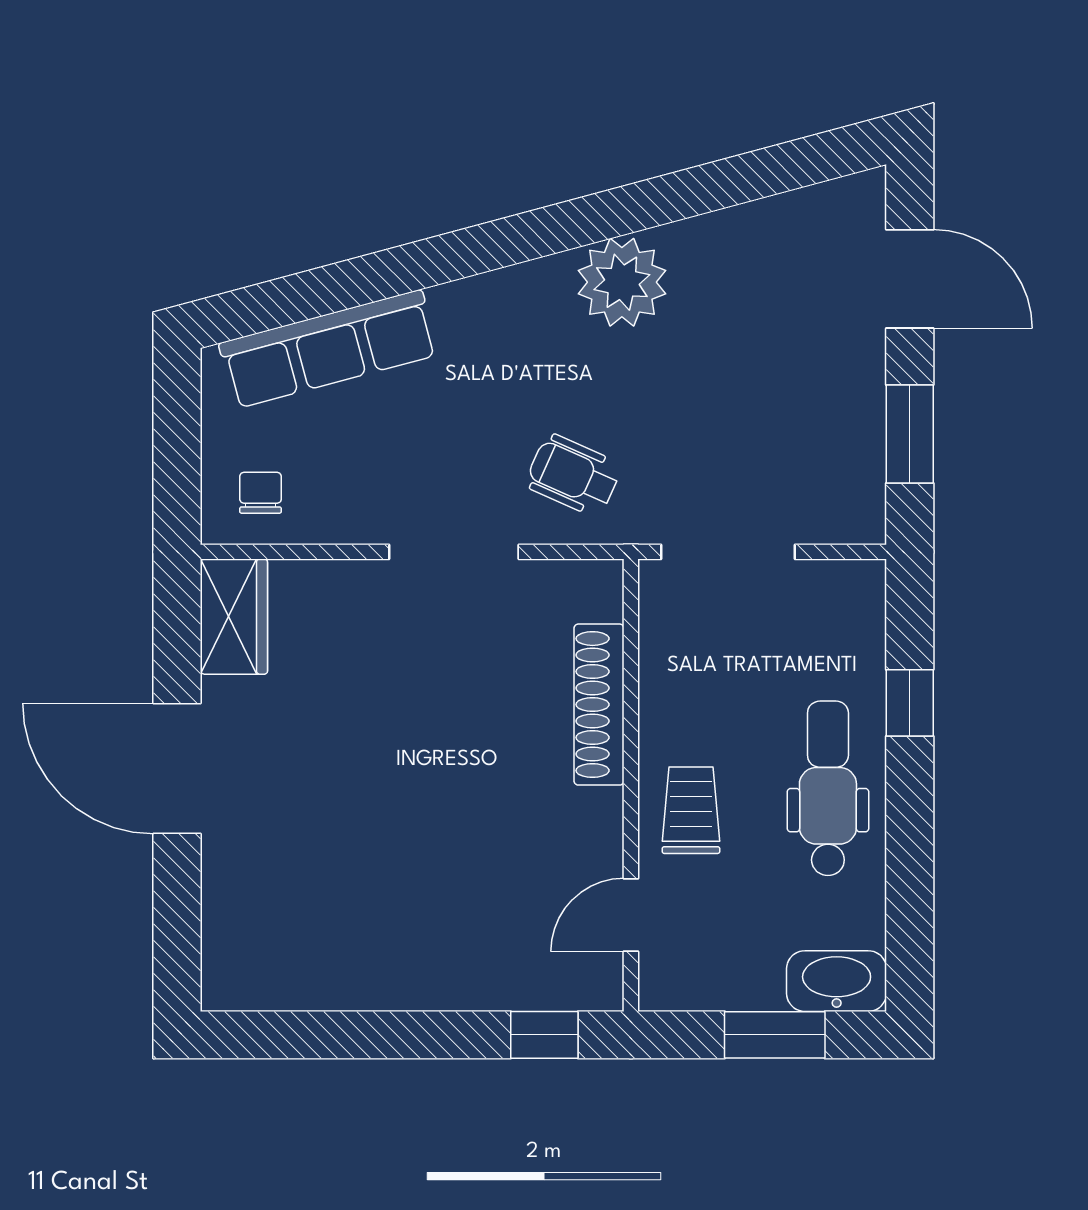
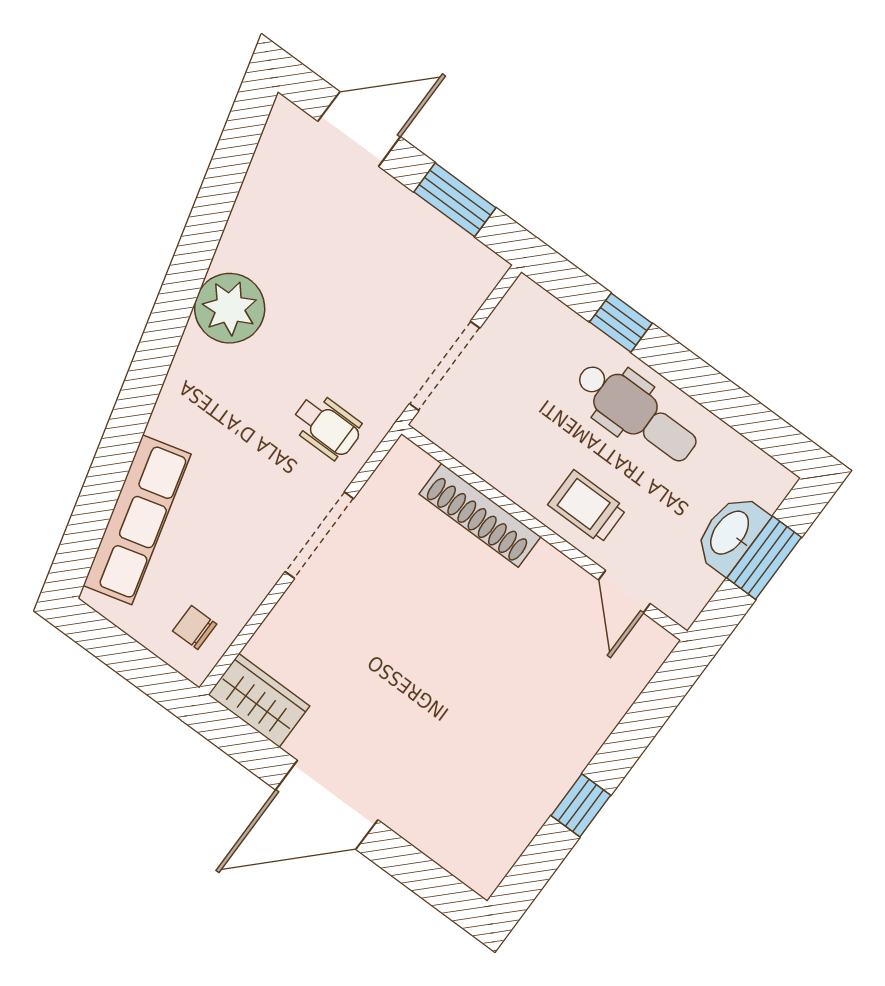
wheelchair: (573, 475) -> (327, 426), turned -114
dental chair: (828, 788) -> (636, 412), turned 180
washbasin: (837, 981) -> (731, 533), moved
window: (544, 1035) -> (581, 805), moved

